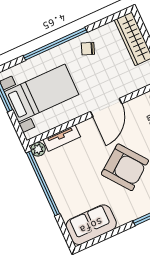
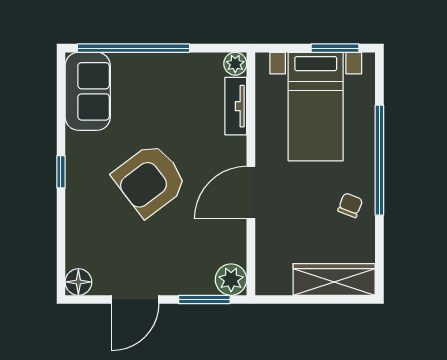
door: (106, 108) -> (251, 192), hinge flipped
window: (43, 183) -> (134, 48), moved

